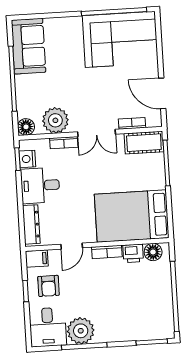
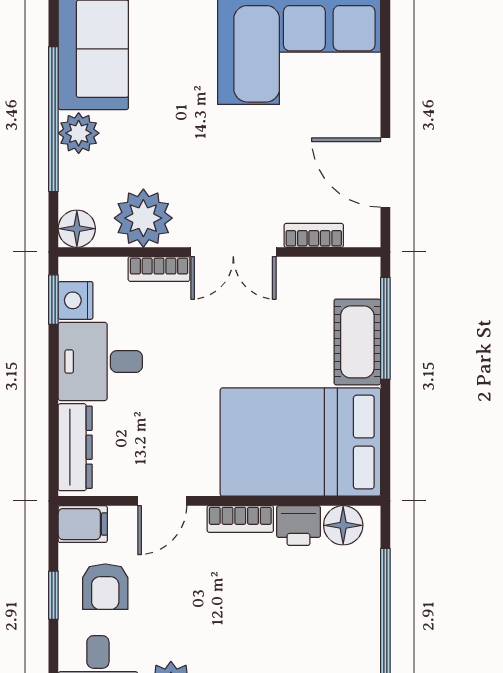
plant: (24, 84) -> (79, 133), added
cot: (144, 143) -> (357, 342), moved, turned 90

